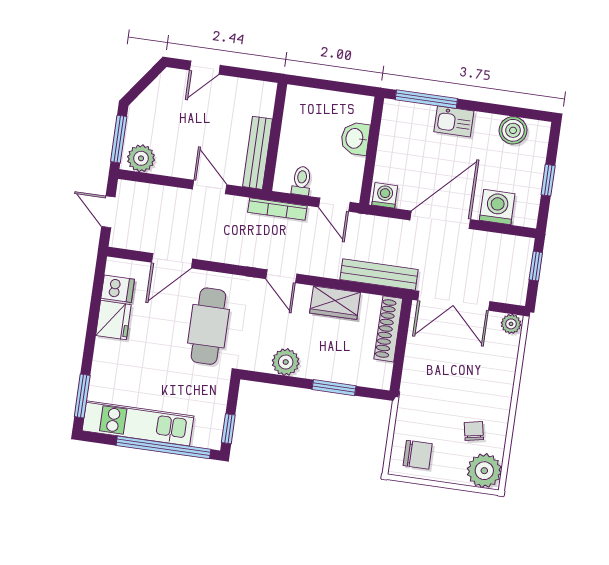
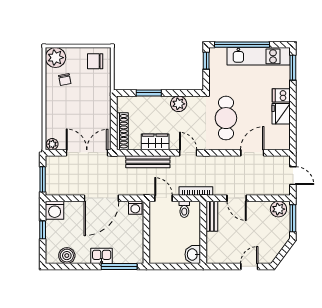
washbasin: (355, 138) -> (193, 254), moved, turned 180
bench: (258, 153) -> (212, 216), width x0.73
washing machine: (497, 207) -> (55, 210), moved
window: (536, 266) -> (43, 179), width x1.50
bench: (379, 275) -> (148, 162), moved
dishwasher: (118, 289) -> (281, 95), moved

